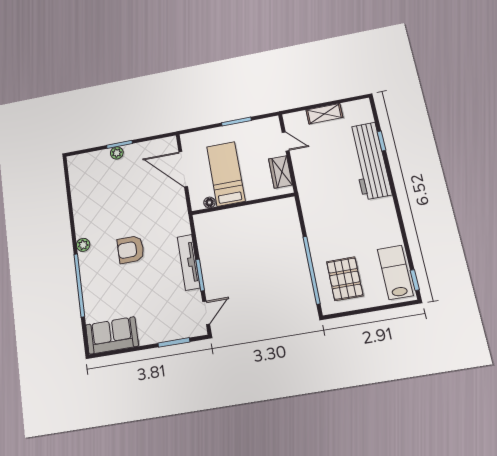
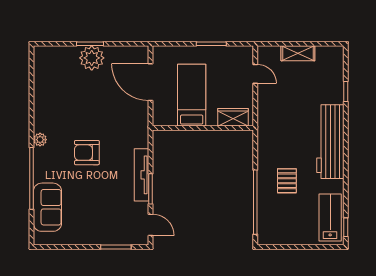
plant: (117, 153) -> (92, 58), width x1.88, depth x1.88
workbench: (370, 161) -> (330, 142), moved
wardrobe: (280, 172) -> (233, 117), moved, turned 90
floor lamp: (209, 202) -> (171, 121), removed
pallet: (345, 279) -> (287, 181), moved, width x0.67, depth x0.71
door: (206, 313) -> (151, 225), hinge flipped
sofa: (112, 335) -> (47, 207), moved, turned 90

